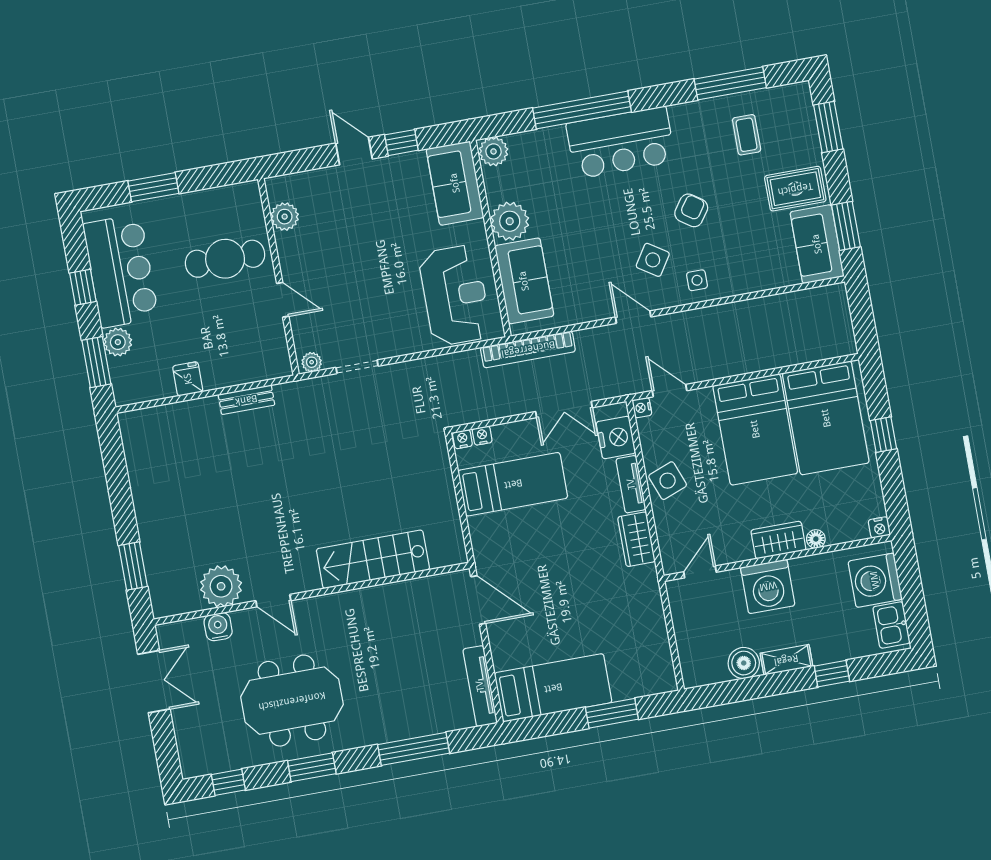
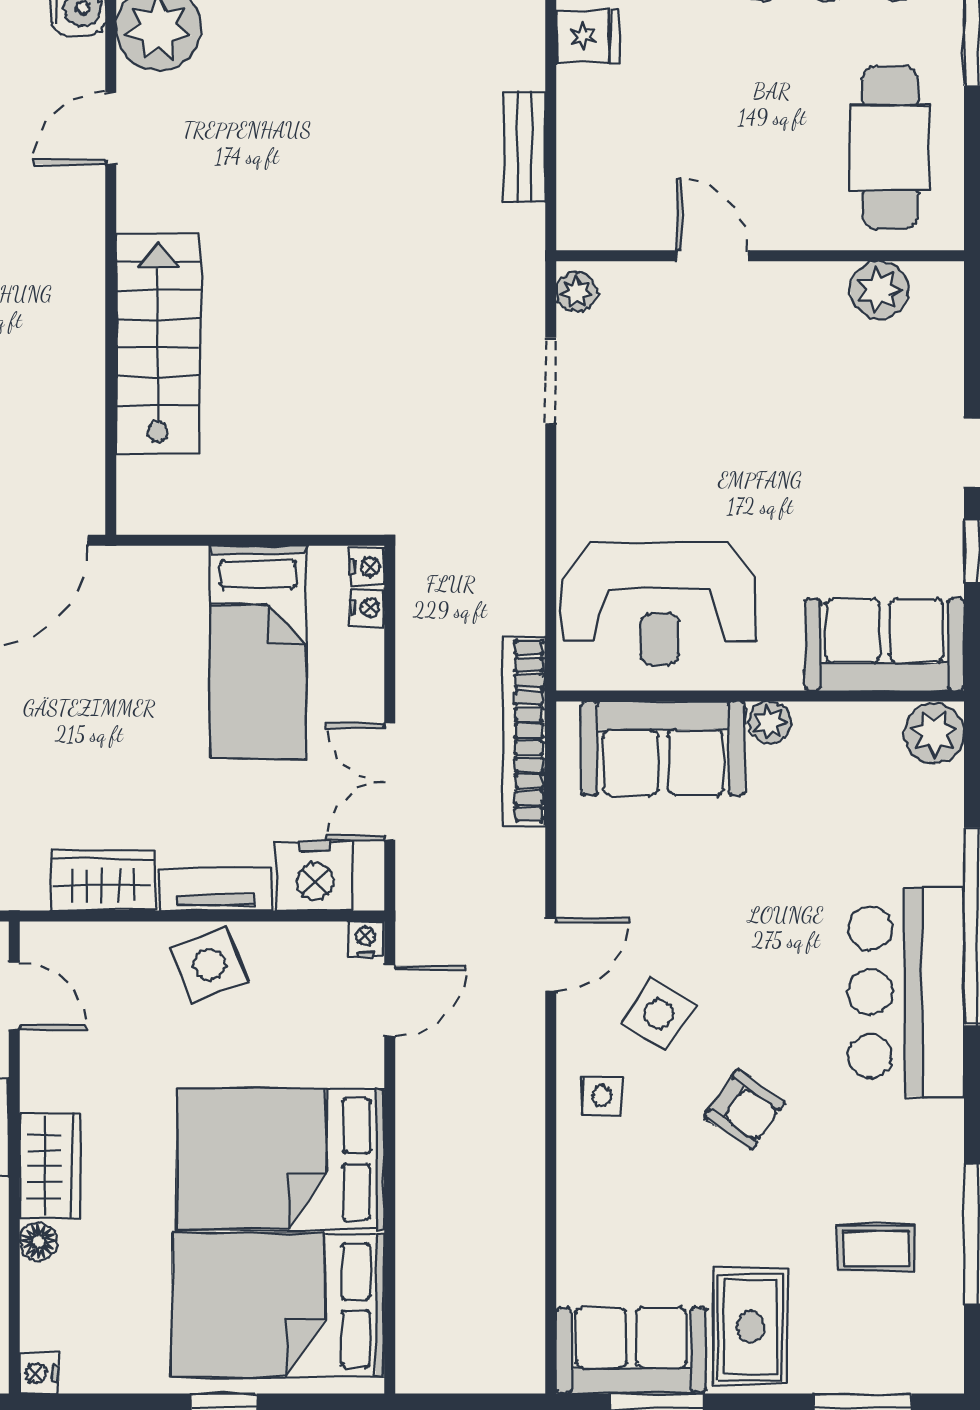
plant: (510, 221) -> (770, 722), width x0.53, depth x0.53
cafe table: (225, 259) -> (890, 148), moved
door: (283, 300) -> (712, 256), swing flipped

